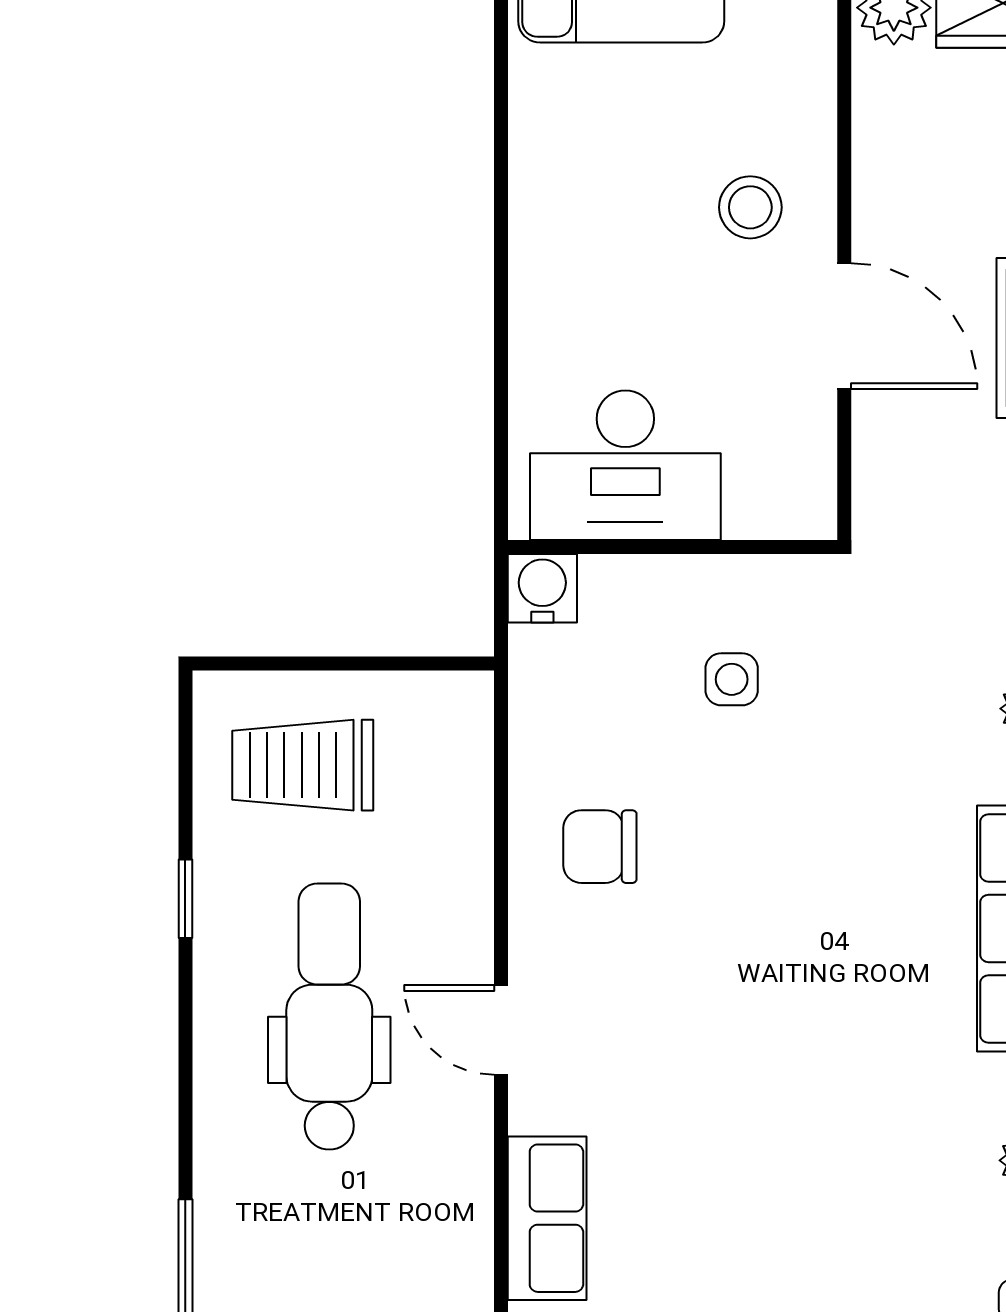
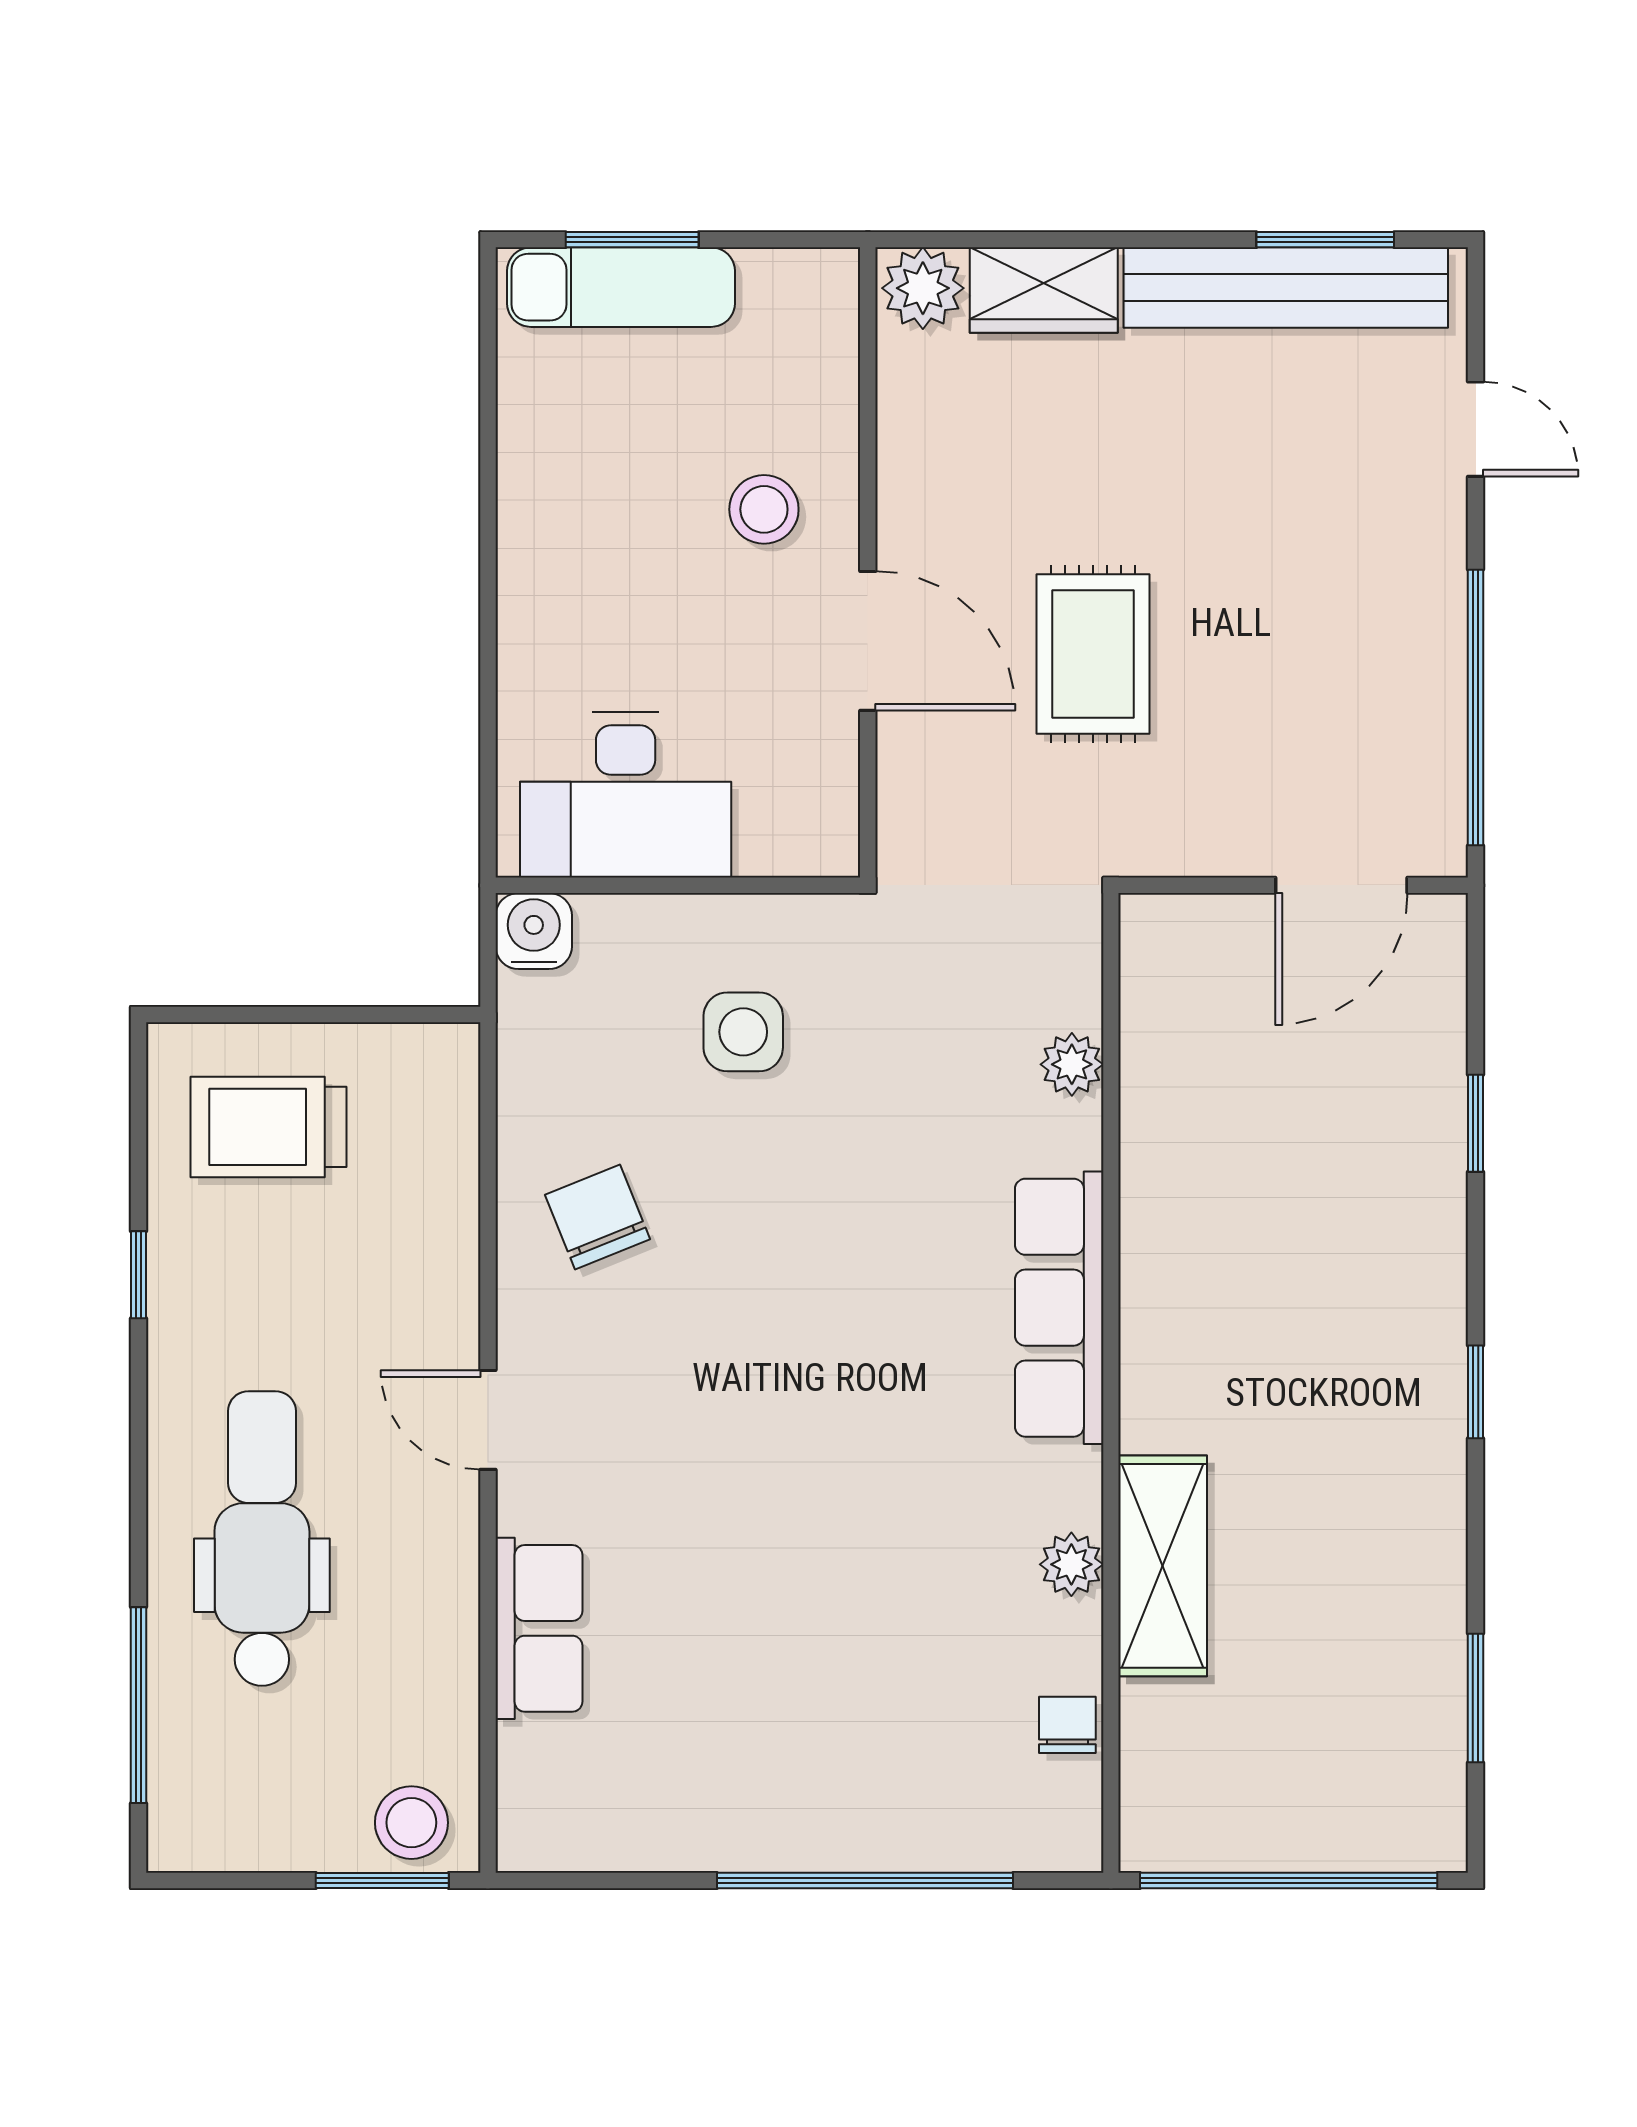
side table: (732, 679) -> (743, 1032), width x1.37, depth x1.37
chair: (600, 847) -> (597, 1217), turned 68
dental chair: (329, 1017) -> (262, 1538), moved

